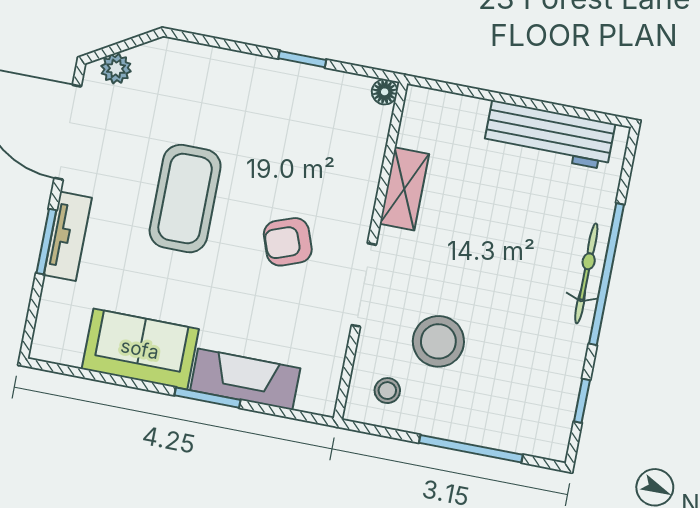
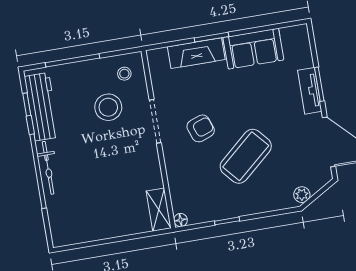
plant: (116, 69) -> (302, 195), moved
workbench: (549, 135) -> (42, 107), moved, turned 90
shelving: (404, 189) -> (159, 210), moved
coffee table: (185, 199) -> (246, 156), moved, turned 49

